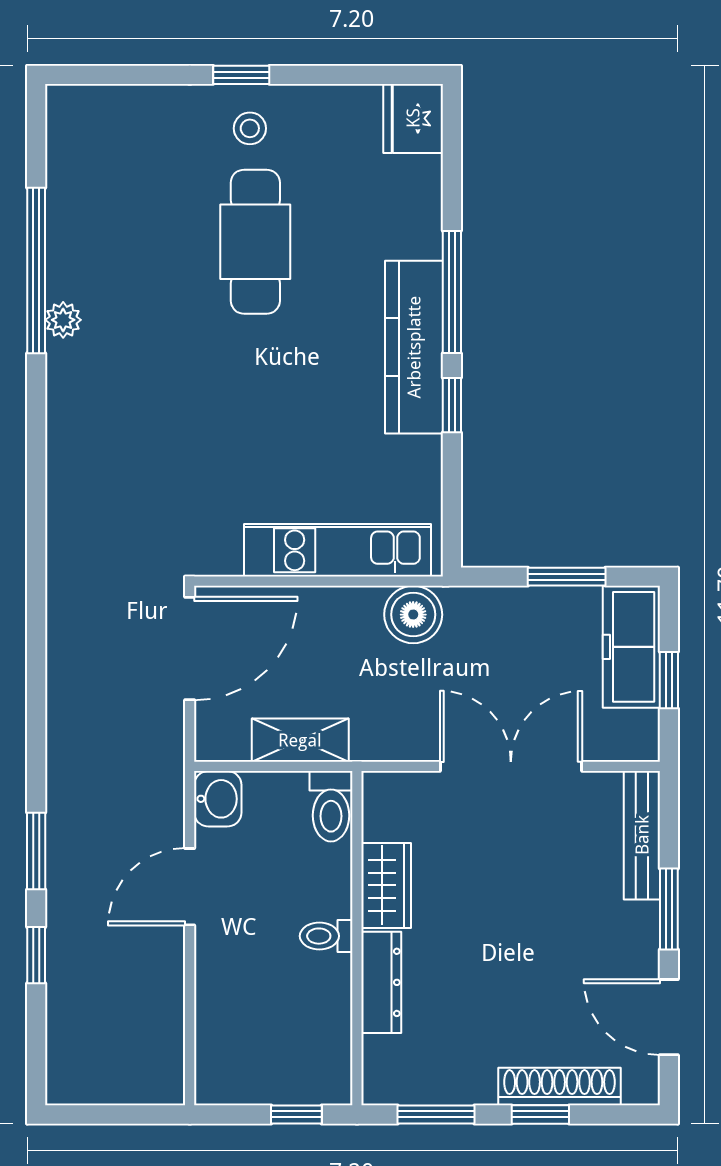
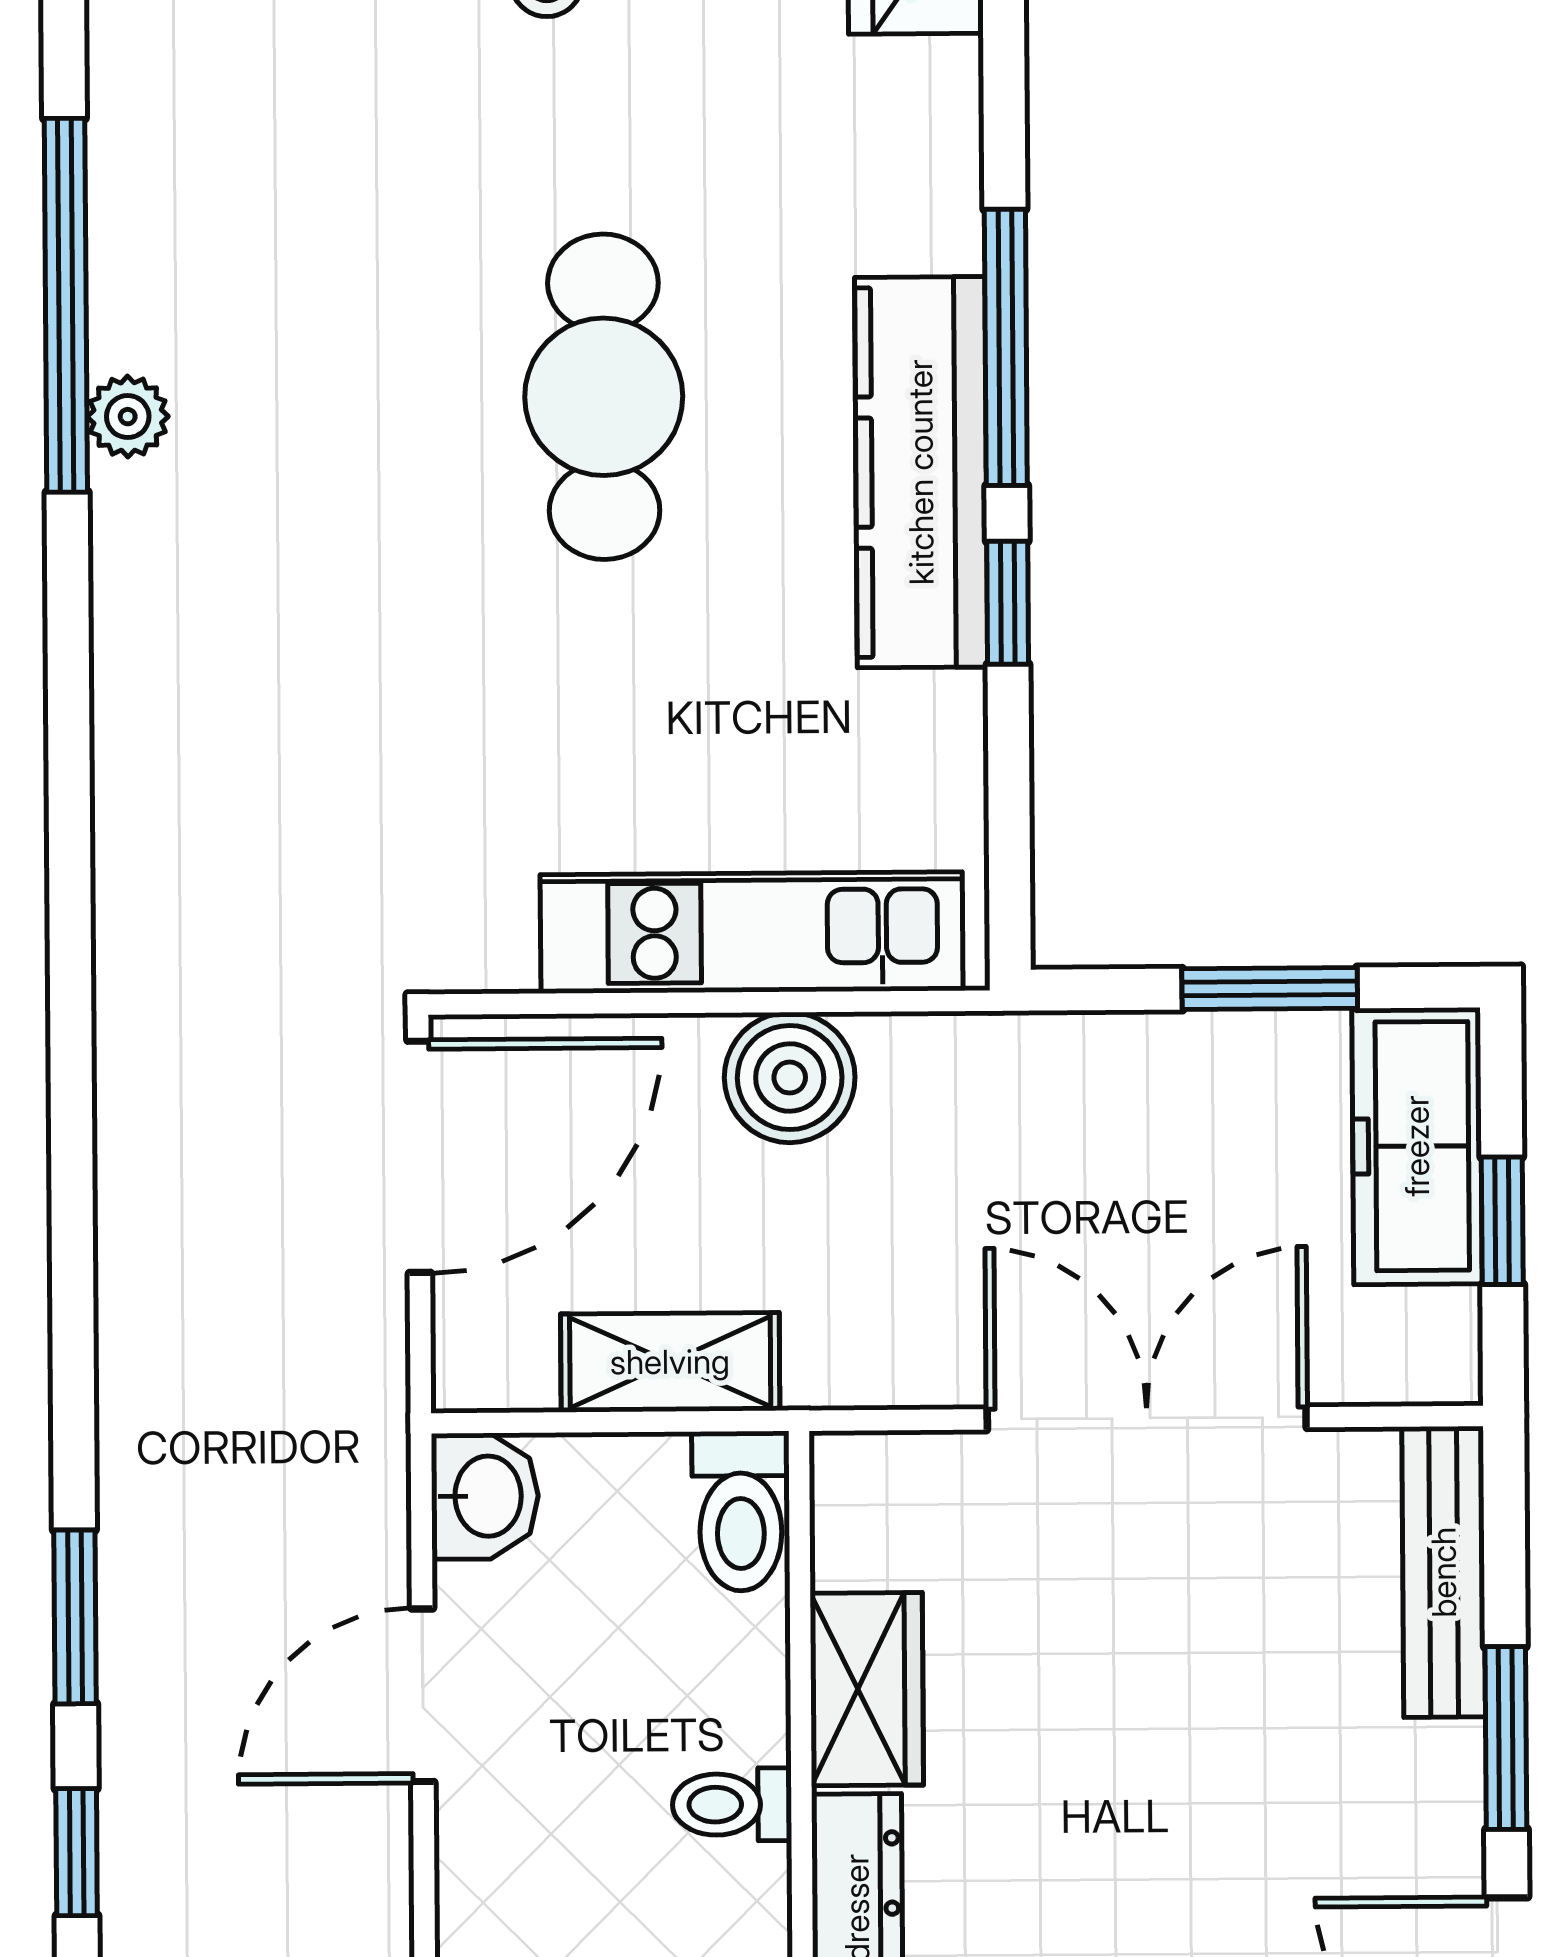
cafe table: (255, 242) -> (604, 397), moved
boiler: (413, 615) -> (790, 1078), moved

